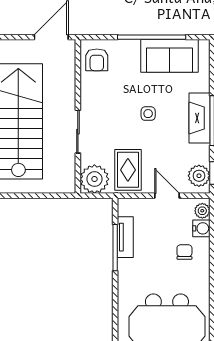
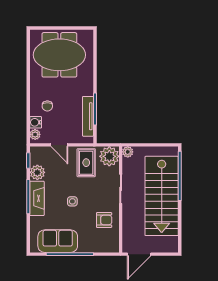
armchair: (97, 60) -> (104, 220), moved, turned 90
plant: (199, 176) -> (37, 172), moved
plant: (68, 185) -> (128, 152), added
tv unit: (125, 237) -> (88, 116), width x1.41

